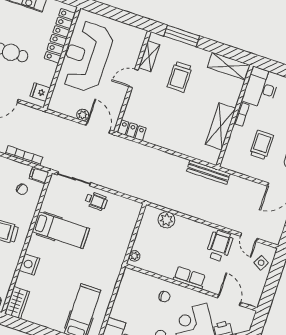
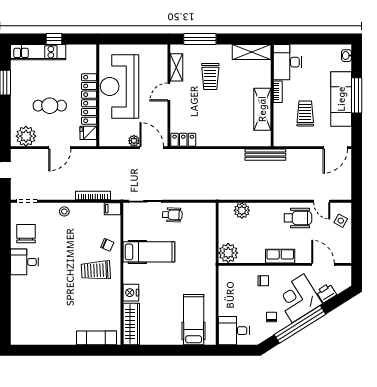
locker: (60, 36) -> (89, 99), moved
chair: (22, 189) -> (107, 245), moved
wheelchair: (220, 246) -> (298, 218), turned 90
plant: (134, 256) -> (228, 253), width x1.88, depth x1.88
wardrobe: (17, 303) -> (131, 324), width x1.50

